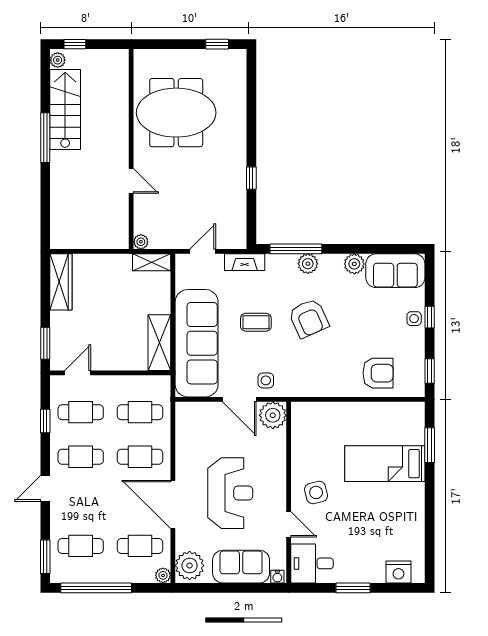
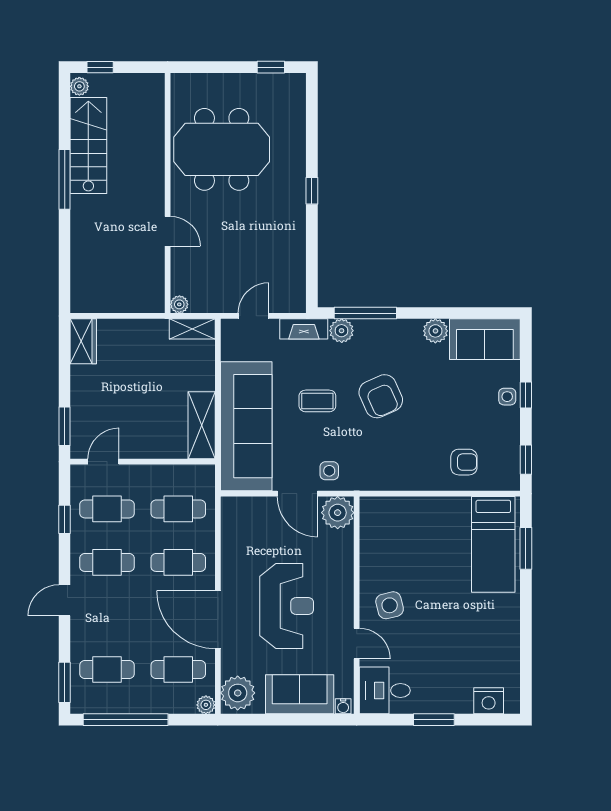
window: (251, 178) -> (312, 191), moved
plant: (308, 264) -> (342, 331), moved
wardrobe: (61, 282) -> (83, 341), width x0.67
armchair: (378, 373) -> (464, 462), width x0.72, depth x0.72
bed: (385, 464) -> (493, 544), moved, turned -90

